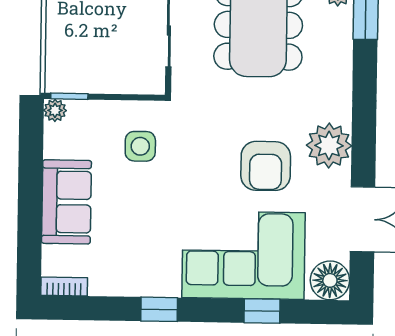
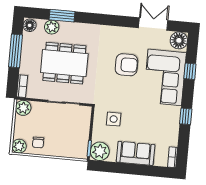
plant: (55, 110) -> (100, 151), width x1.87, depth x1.87
plant: (329, 146) -> (120, 36), removed

